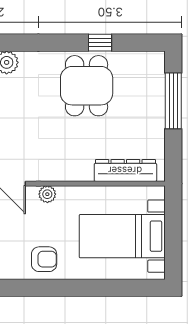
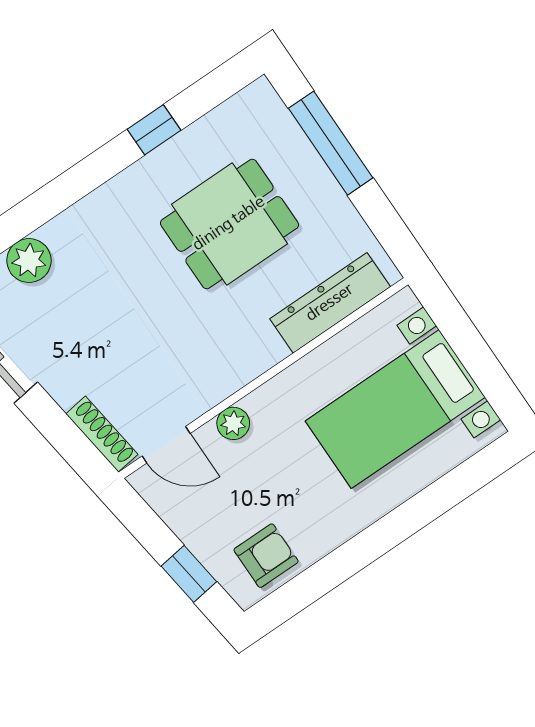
dining table: (87, 86) -> (229, 224), moved, turned 90
armchair: (44, 259) -> (266, 556), moved

